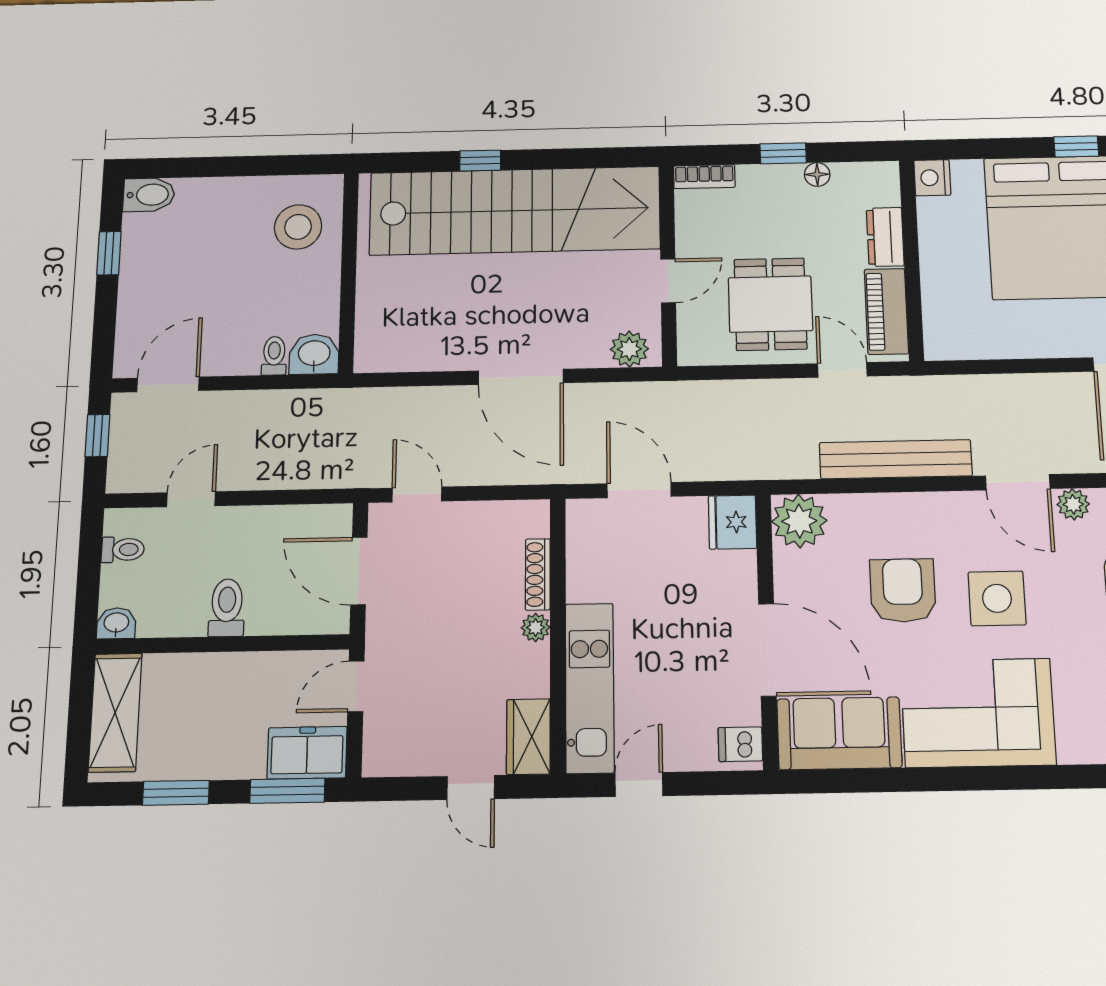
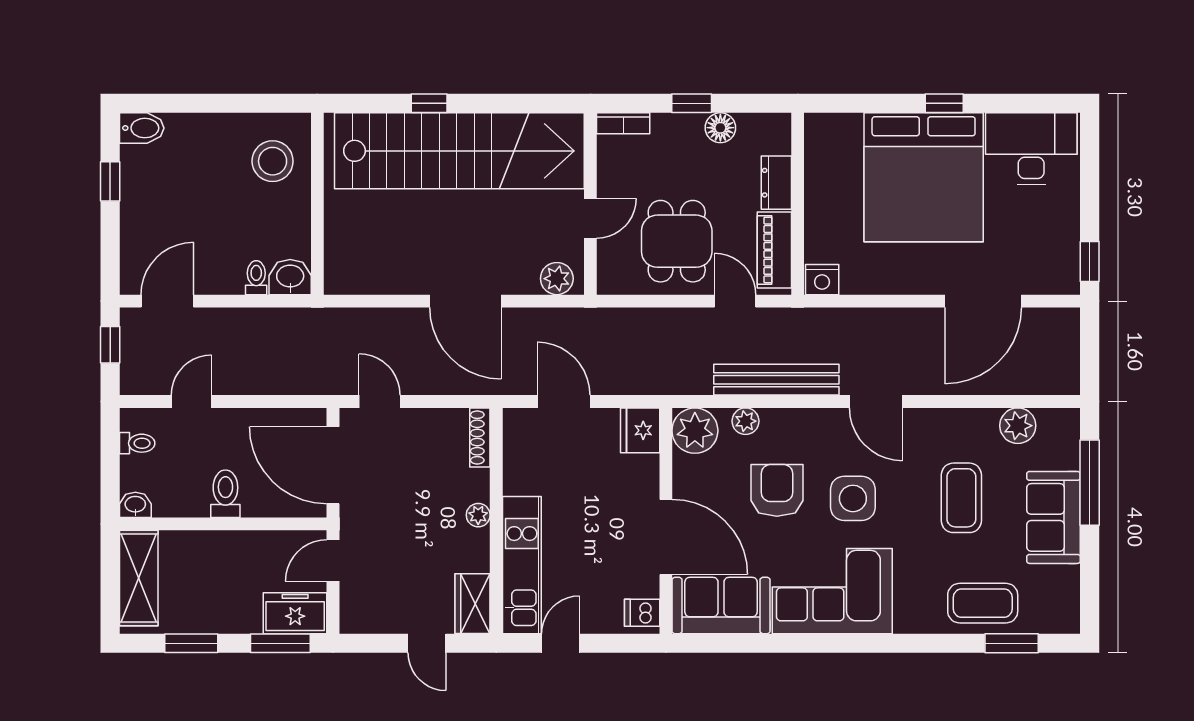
floor lamp: (817, 174) -> (720, 128), width x1.37, depth x1.37
nightstand: (932, 178) -> (822, 280), moved, turned -90
plant: (1073, 504) -> (745, 421), moved
door: (359, 571) -> (333, 465), width x1.36
shoe rack: (538, 574) -> (480, 437), moved

